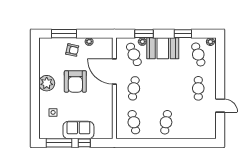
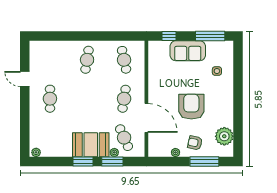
window: (183, 34) -> (83, 162), moved
cafe table: (198, 54) -> (50, 138), removed
plant: (47, 83) -> (224, 136), moved
window: (84, 143) -> (169, 36), moved

